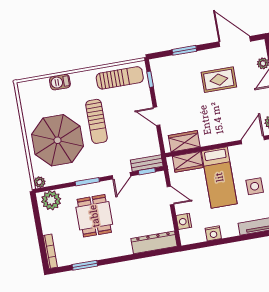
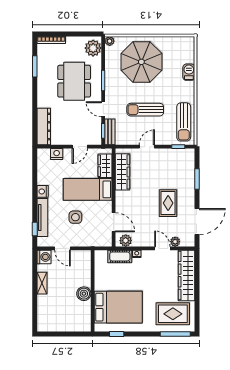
sun lounger: (97, 121) -> (145, 110), moved
wardrobe: (184, 141) -> (122, 172), width x1.50
dining table: (94, 216) -> (74, 81), width x1.38
nightstand: (213, 233) -> (43, 191), moved

